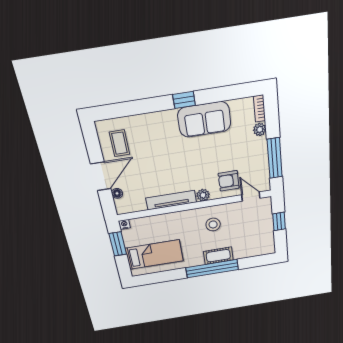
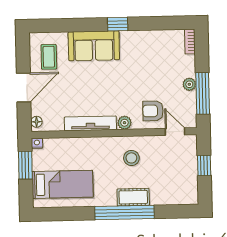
sofa: (204, 119) -> (94, 46), moved
plant: (260, 129) -> (189, 84), moved
floor lamp: (117, 193) -> (36, 122), moved

